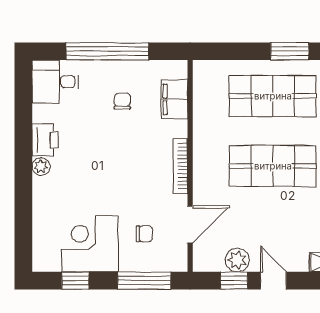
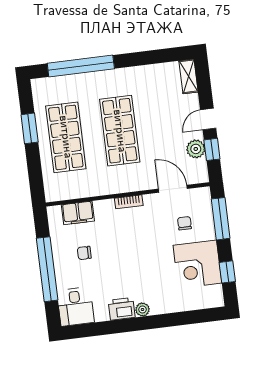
bookcase: (180, 166) -> (129, 202), width x0.64

